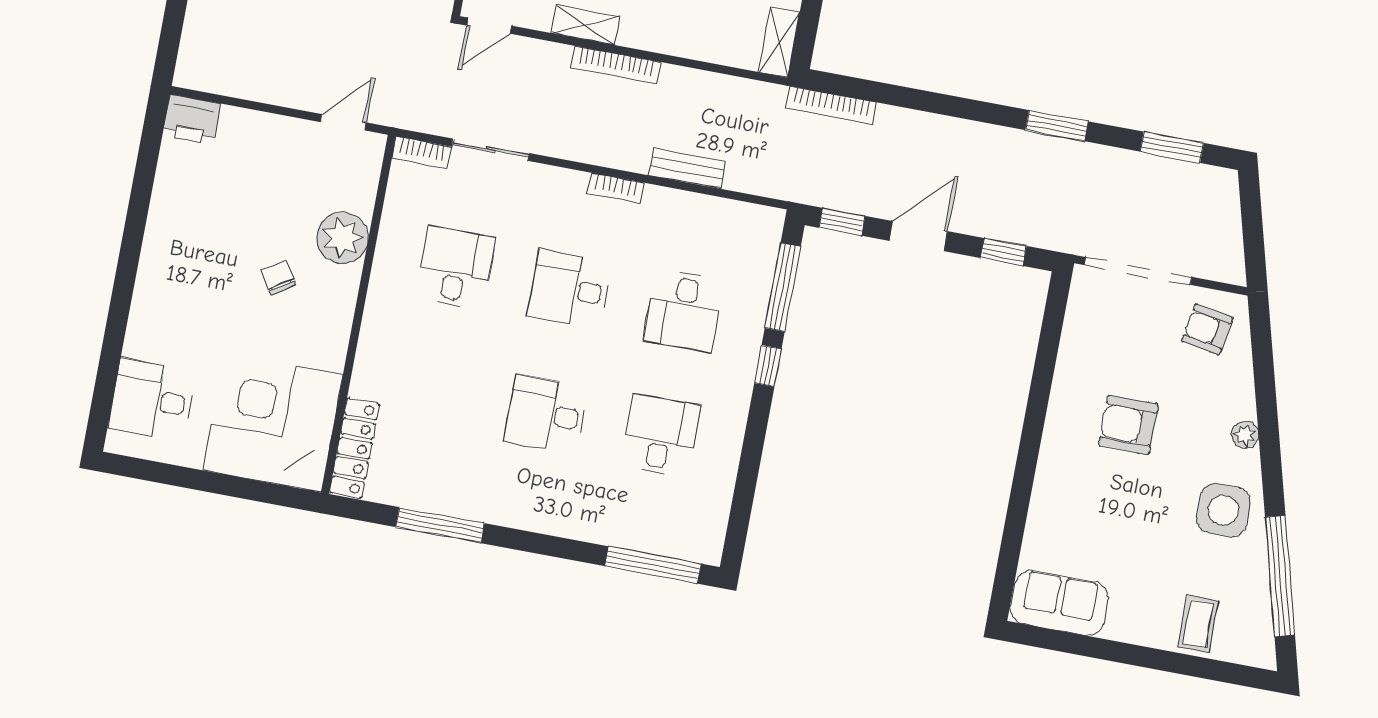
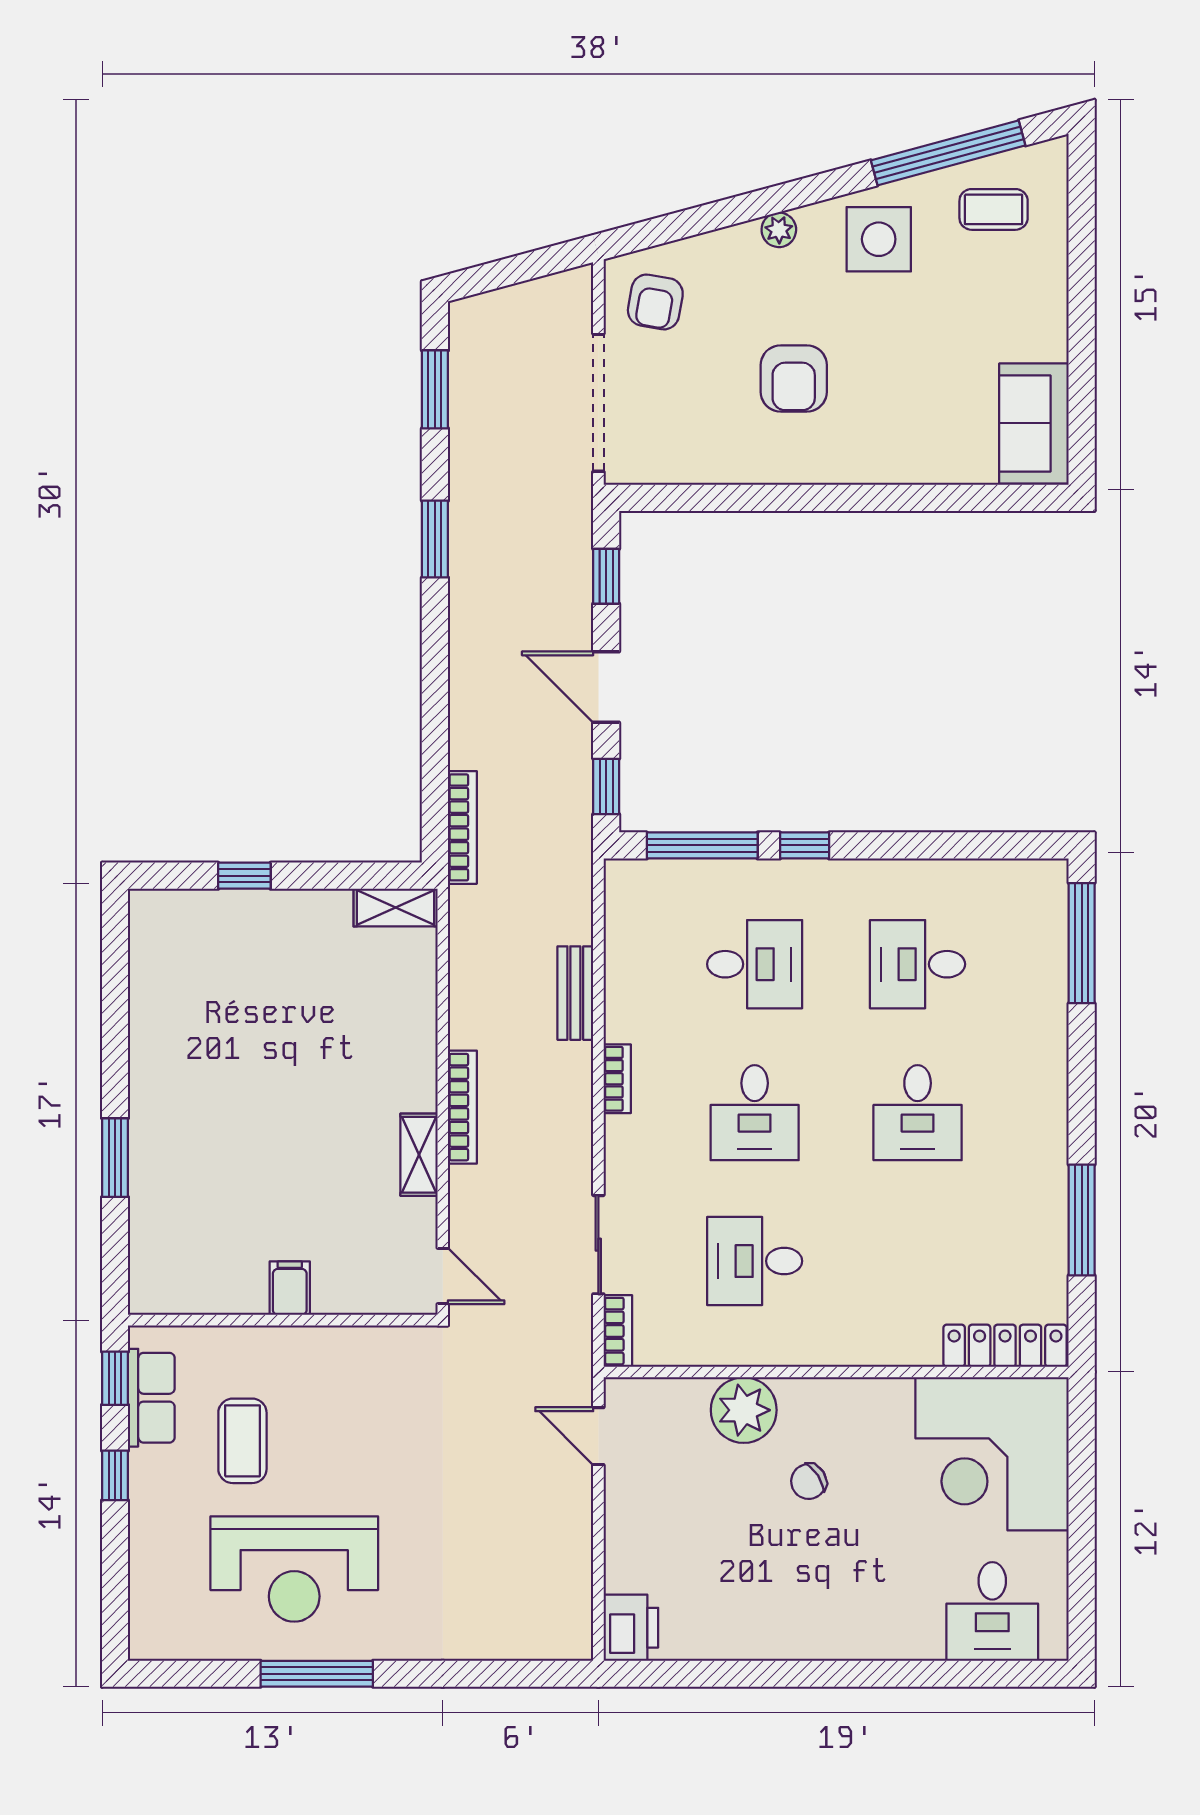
coffee table: (1198, 624) -> (994, 209), moved

